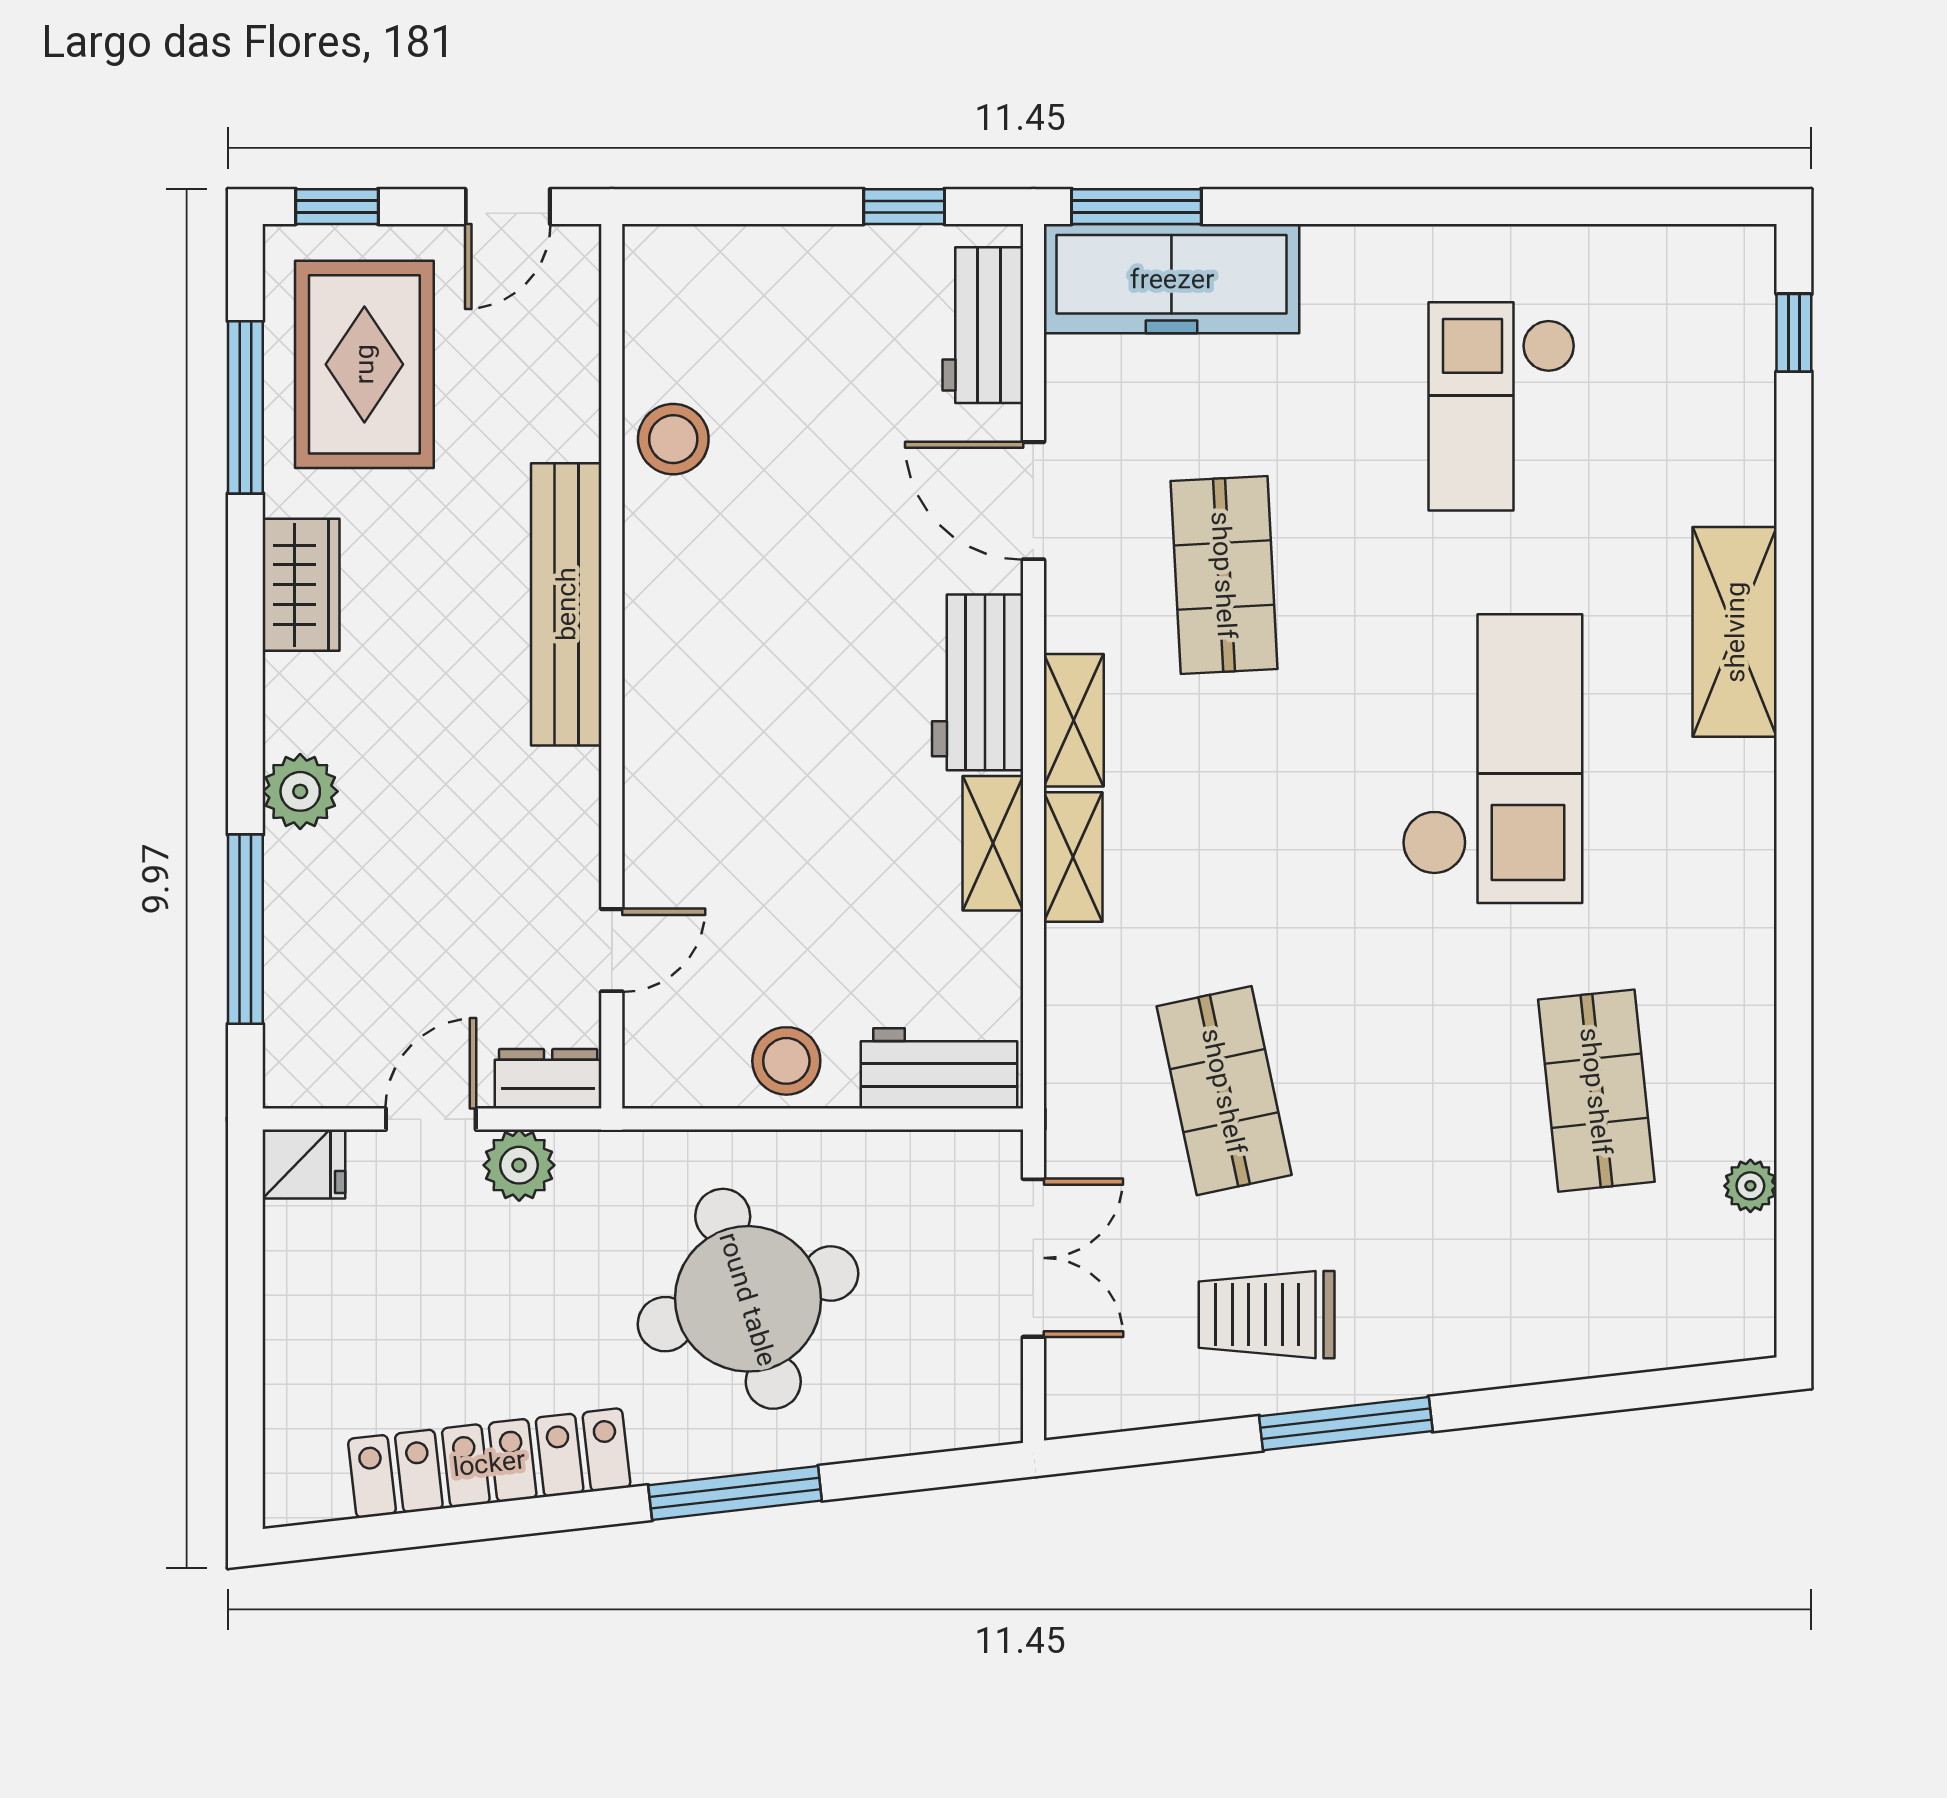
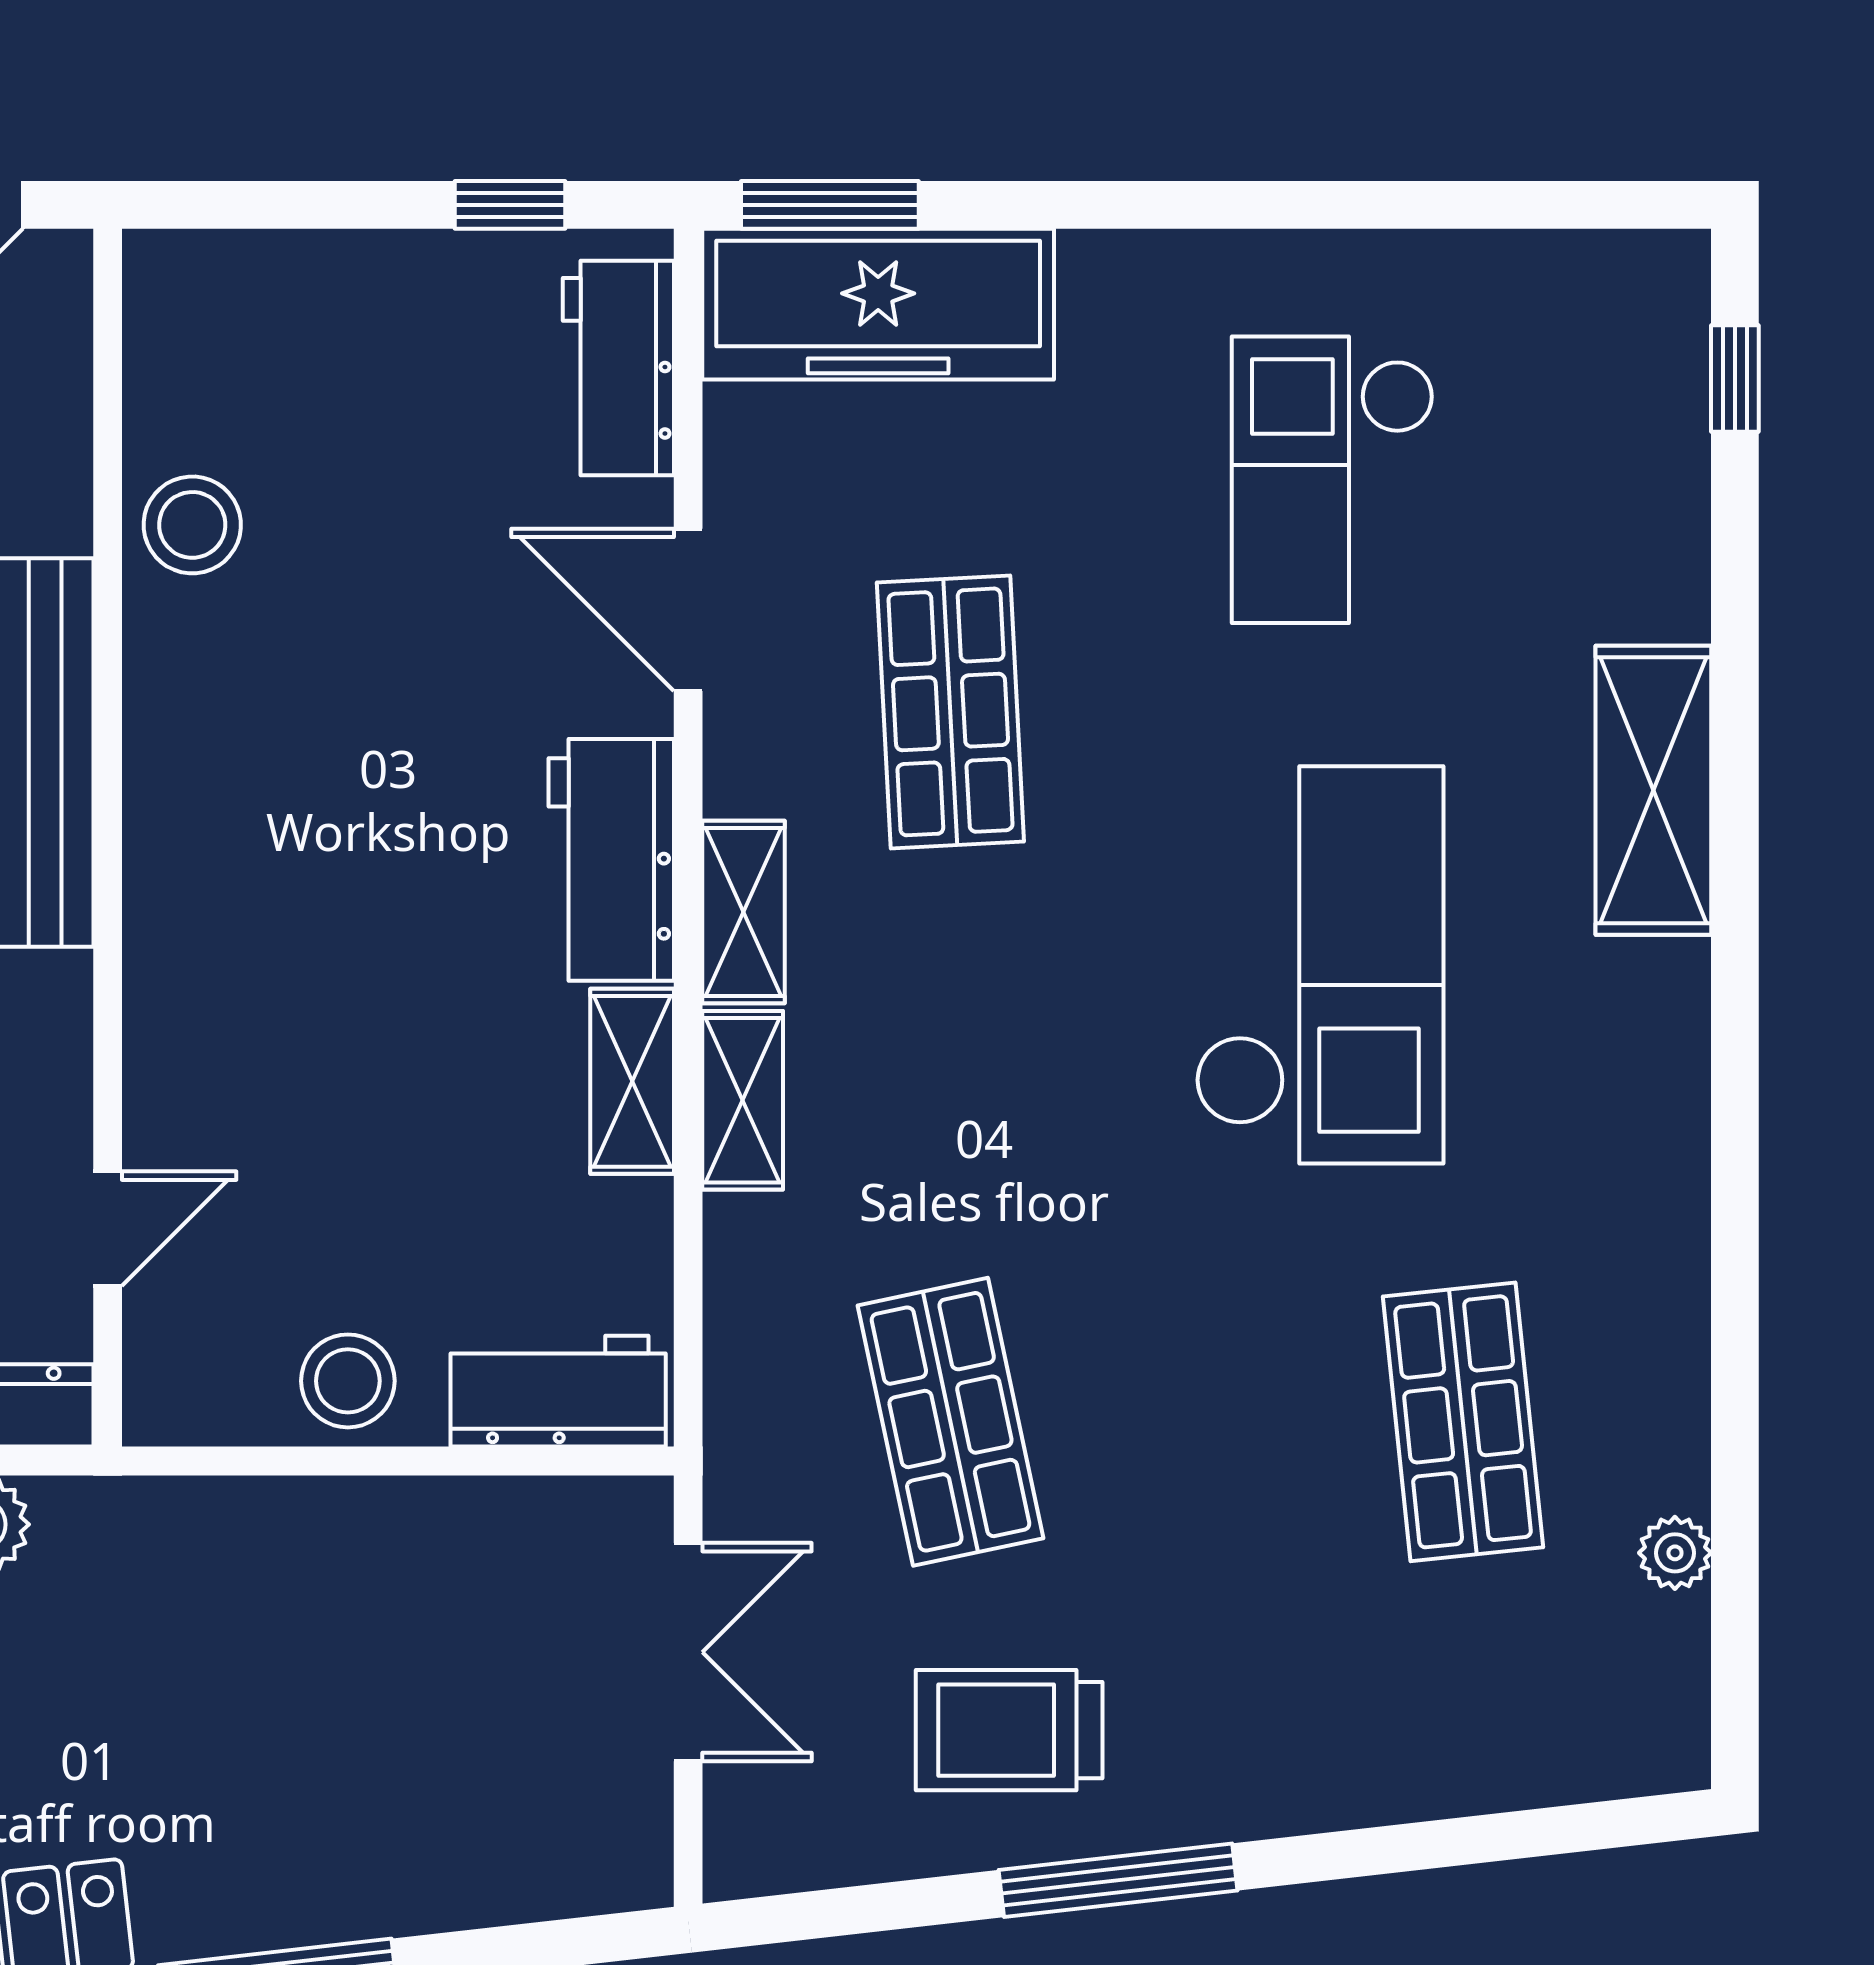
round table: (748, 1299) -> (295, 1708), removed

